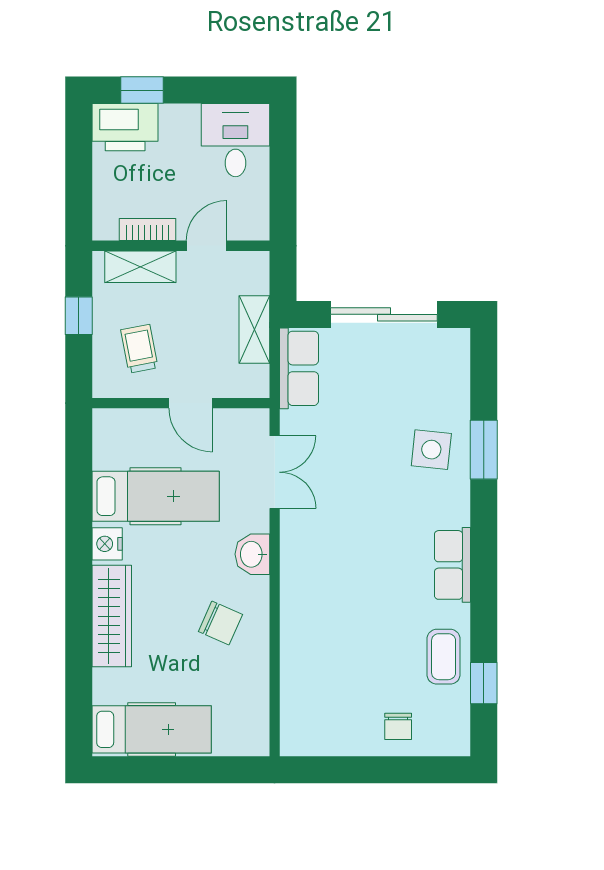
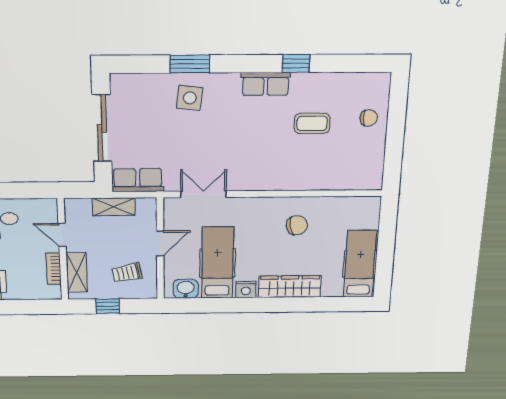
washbasin: (252, 554) -> (186, 289), moved, turned 180
chair: (220, 623) -> (297, 225), turned 56
coffee table: (444, 657) -> (312, 123), moved
window: (484, 683) -> (296, 64), moved

